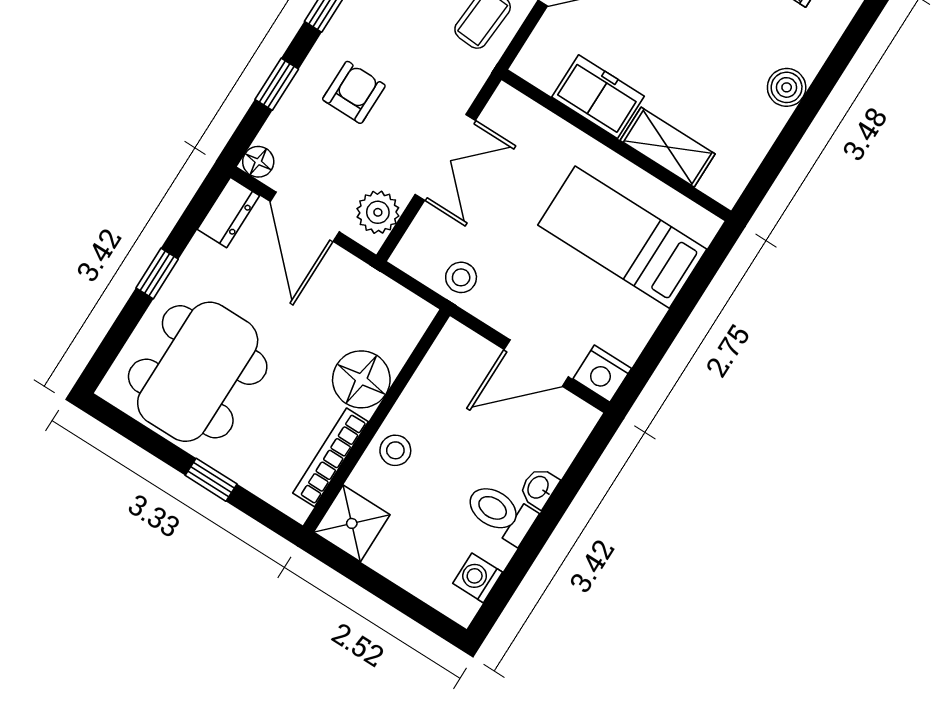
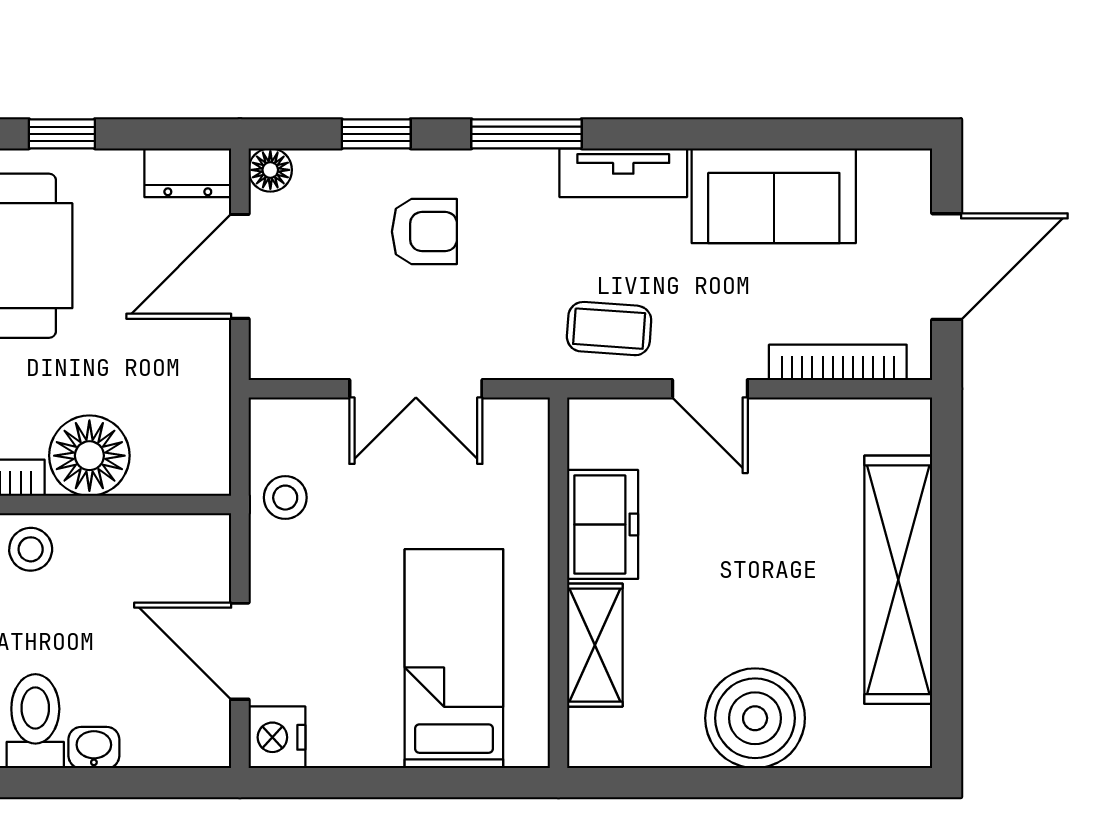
boiler: (787, 87) -> (755, 718), width x1.86, depth x1.86
plant: (378, 212) -> (300, 350), removed

